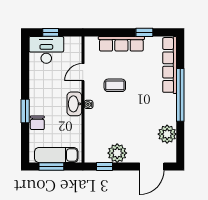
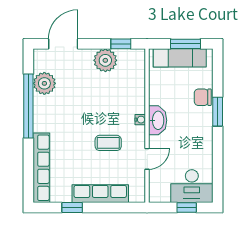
window: (180, 95) -> (28, 106), moved
chair: (37, 123) -> (203, 97), turned -90

